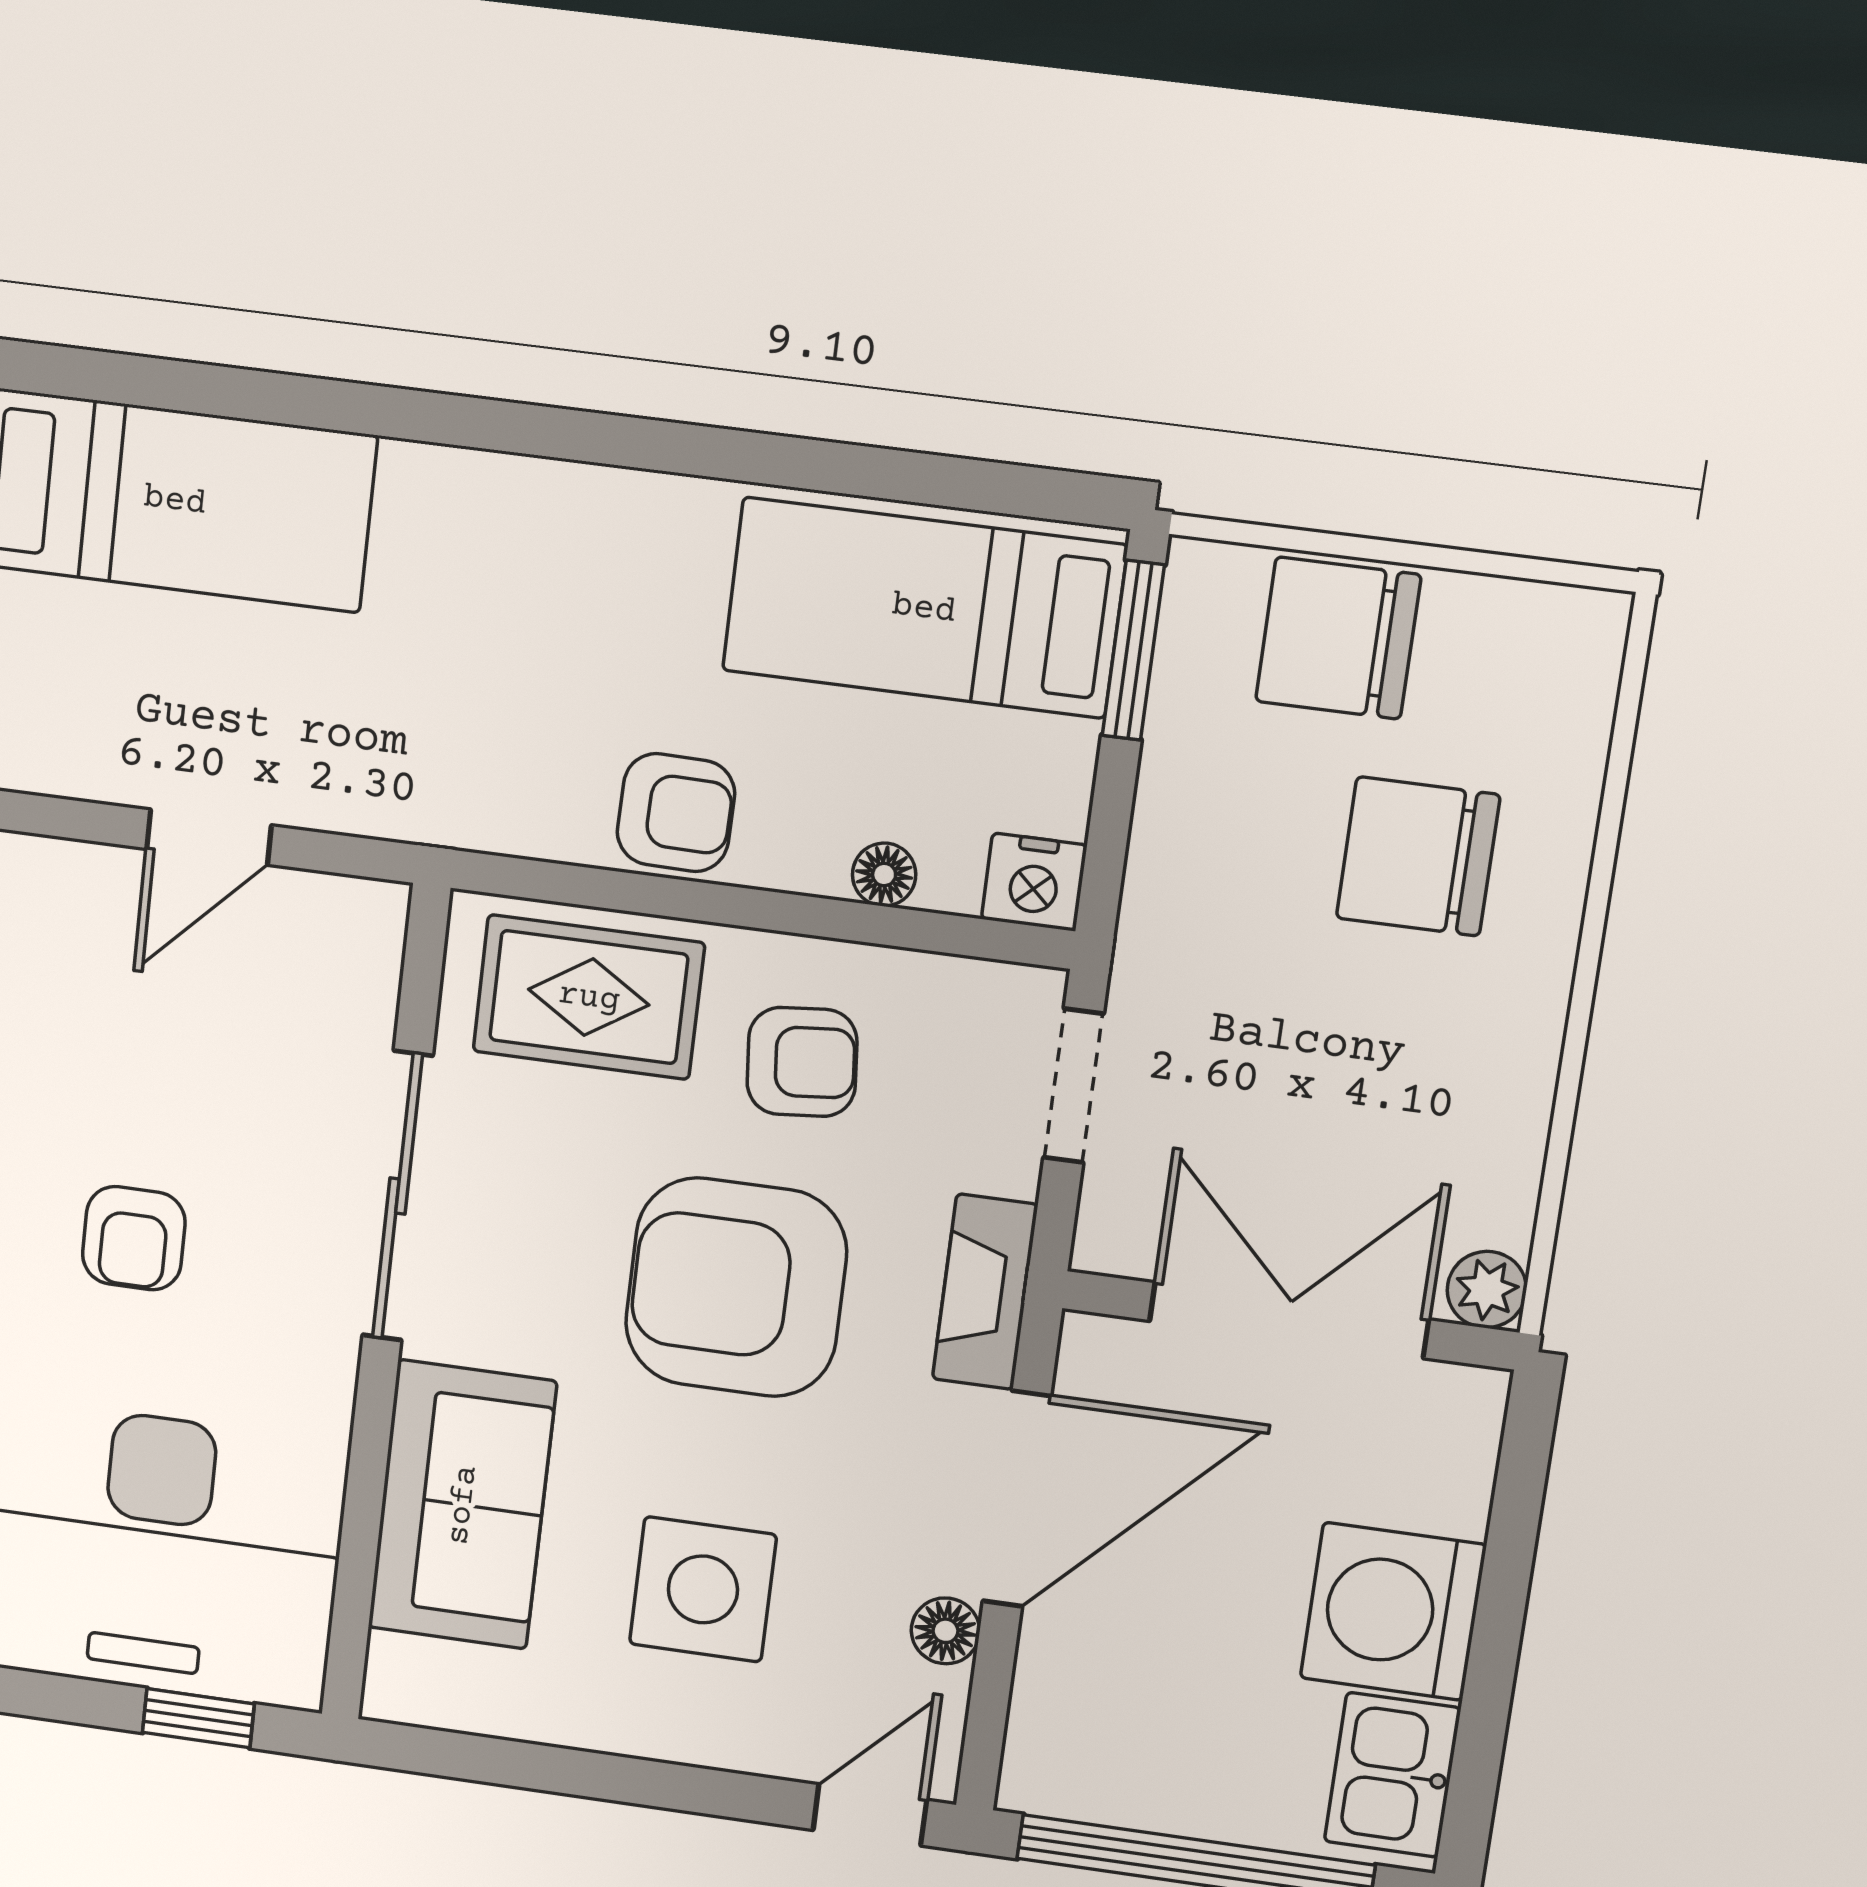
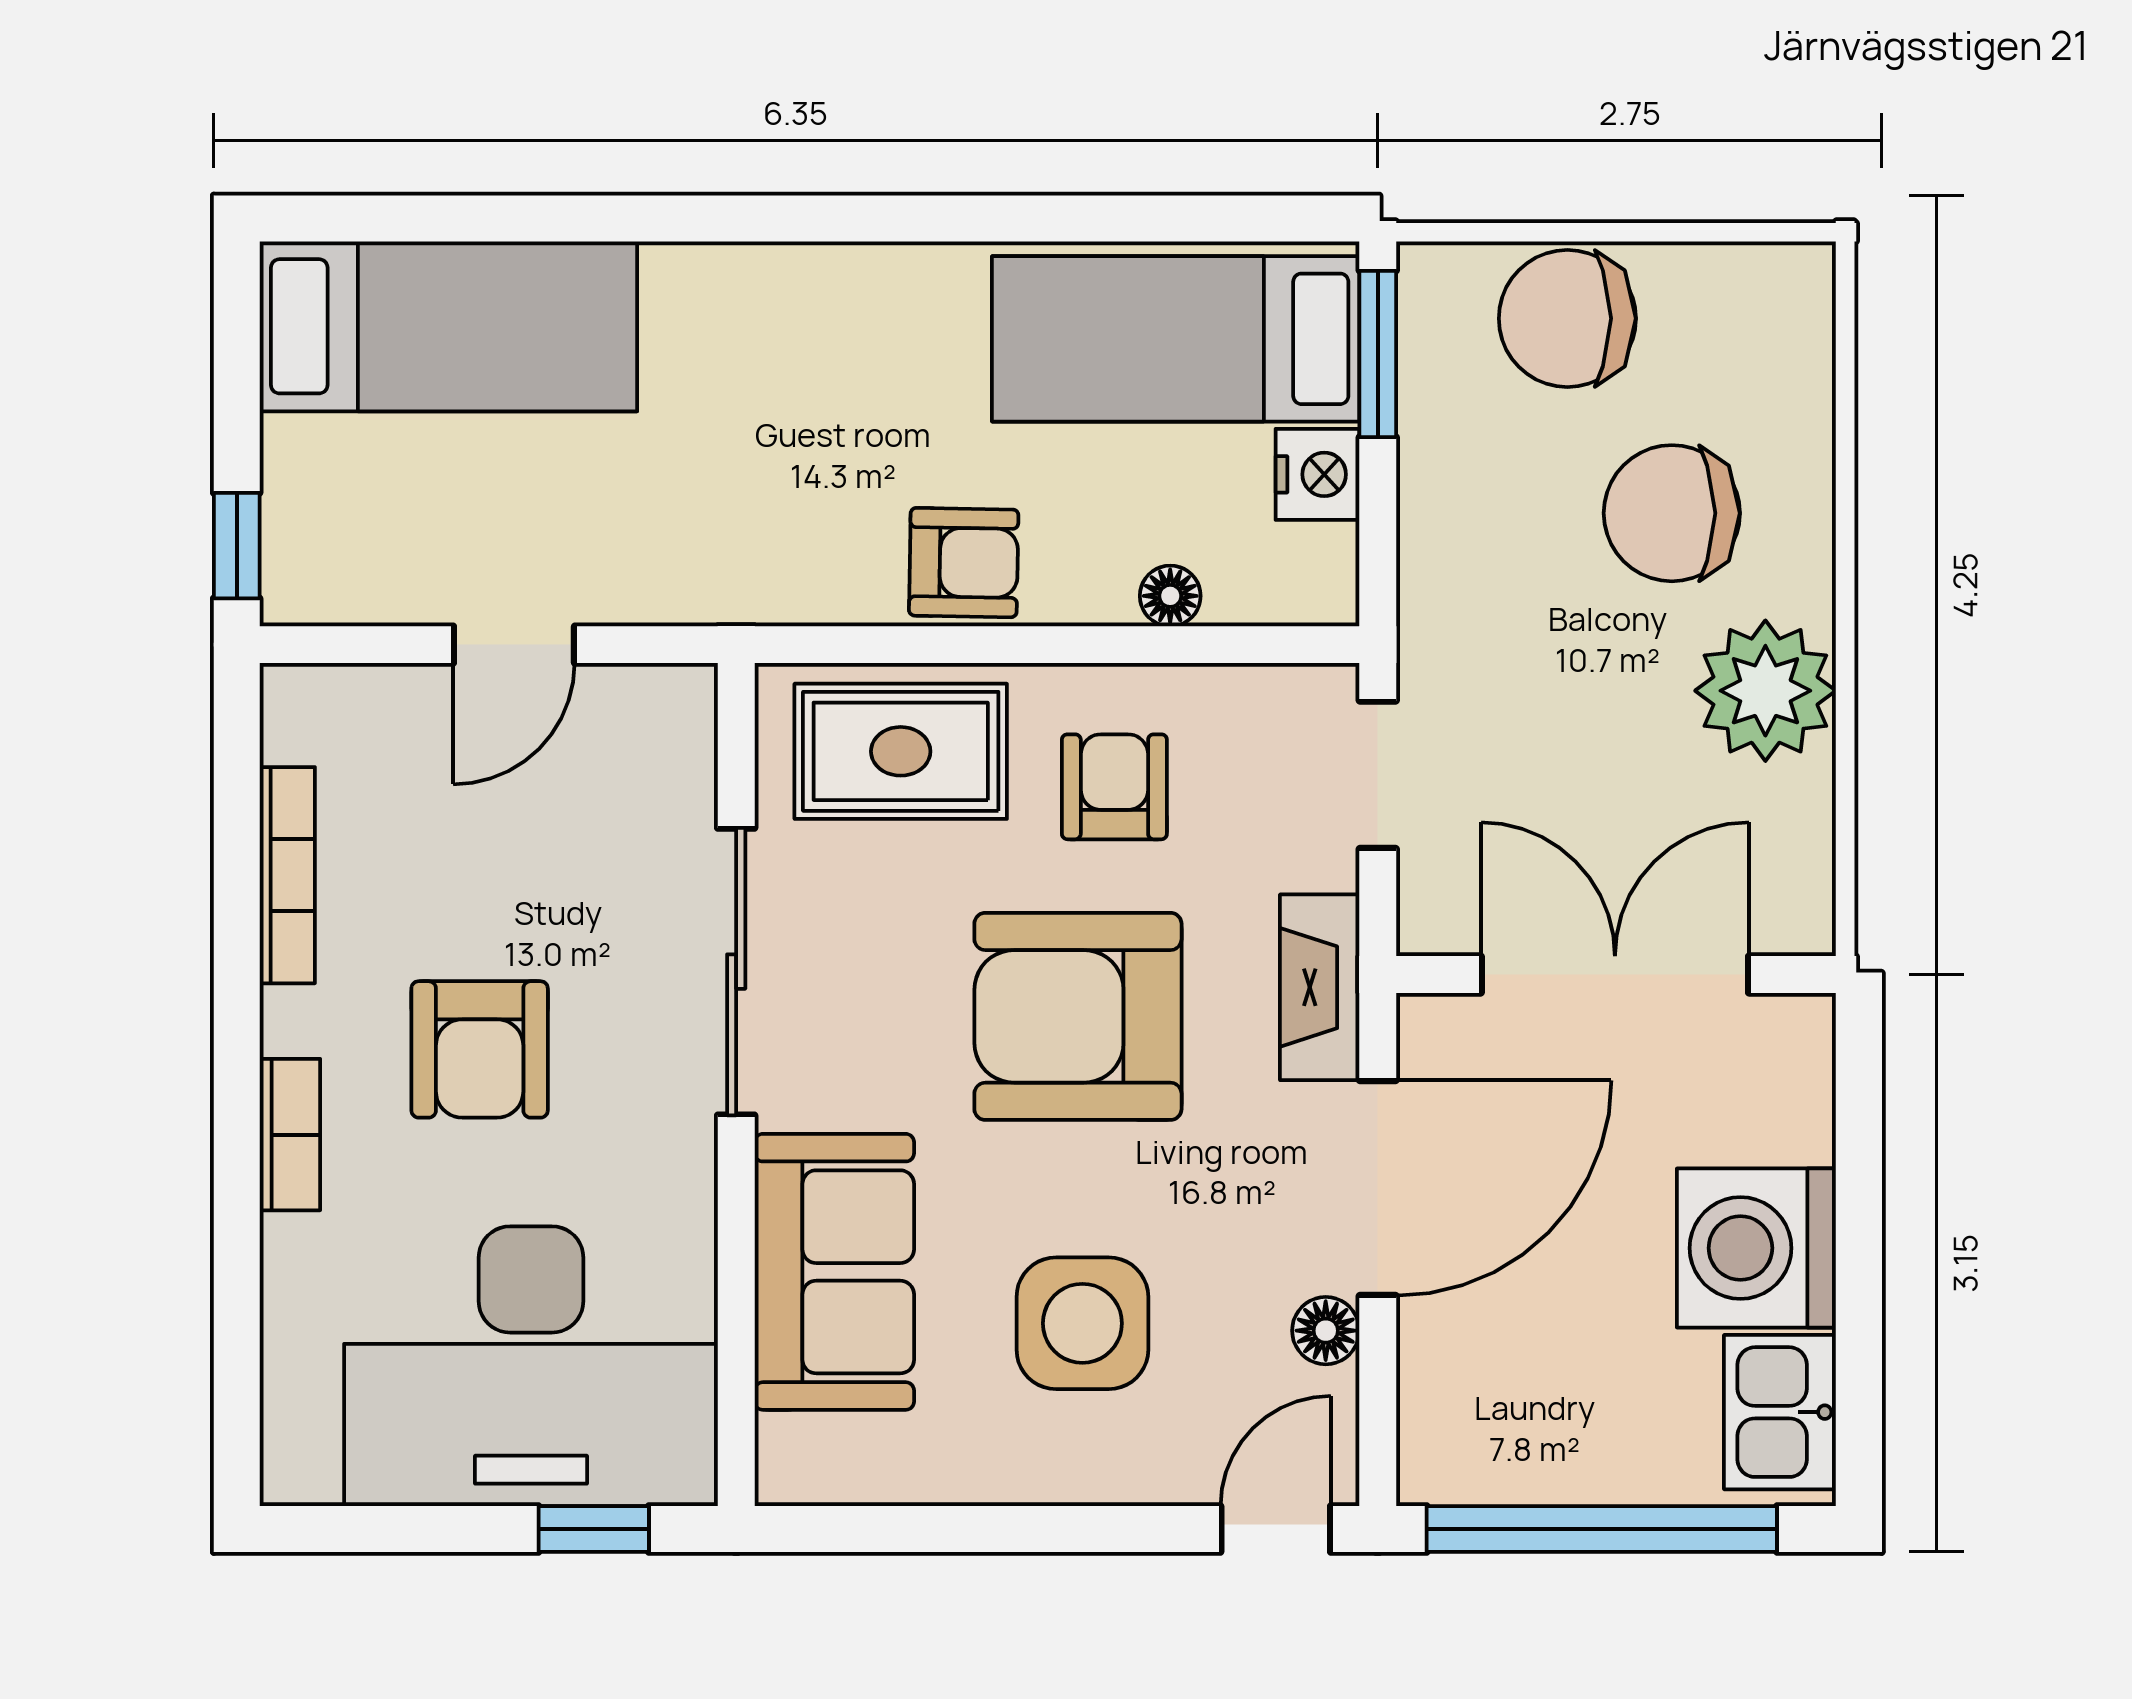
nightstand: (1034, 882) -> (1317, 474), moved, turned -90
armchair: (802, 1062) -> (1114, 787), turned -85
armchair: (134, 1238) -> (480, 1049), width x1.38, depth x1.38
plant: (1487, 1290) -> (1765, 691), moved, width x1.88, depth x1.88

